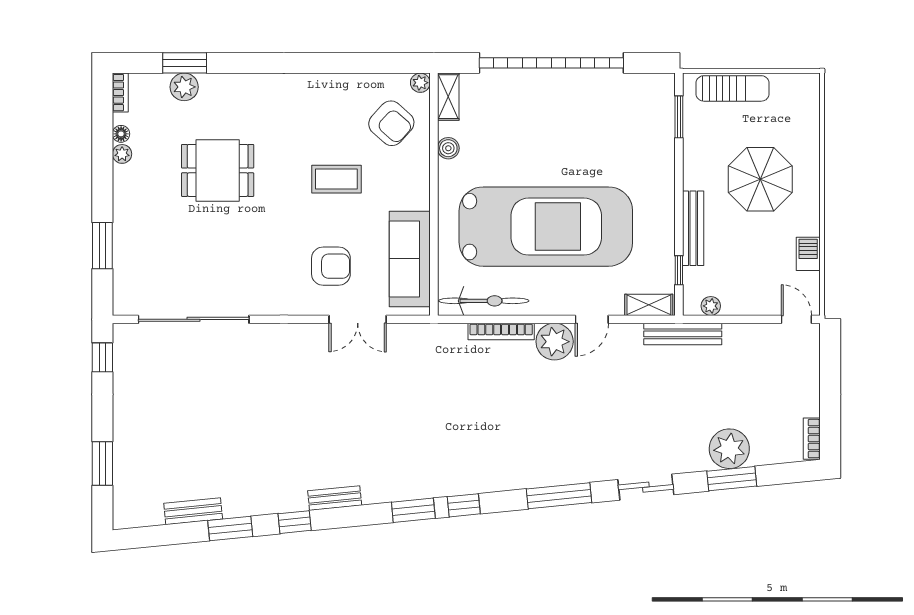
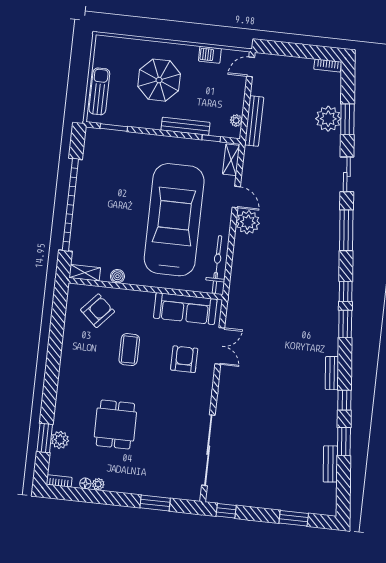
plant: (420, 83) -> (74, 289), removed
bookcase: (501, 331) -> (238, 256), removed
bench: (683, 334) -> (254, 121), moved

